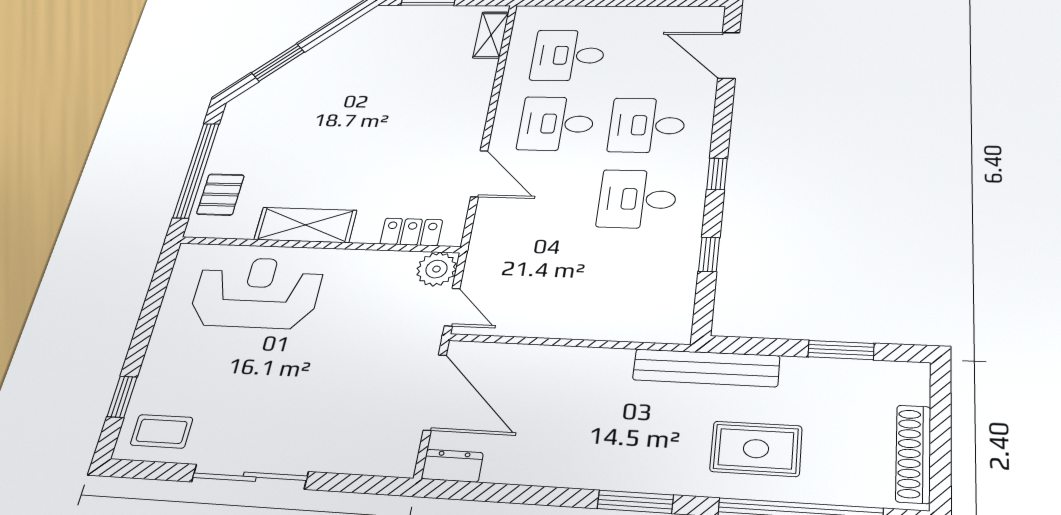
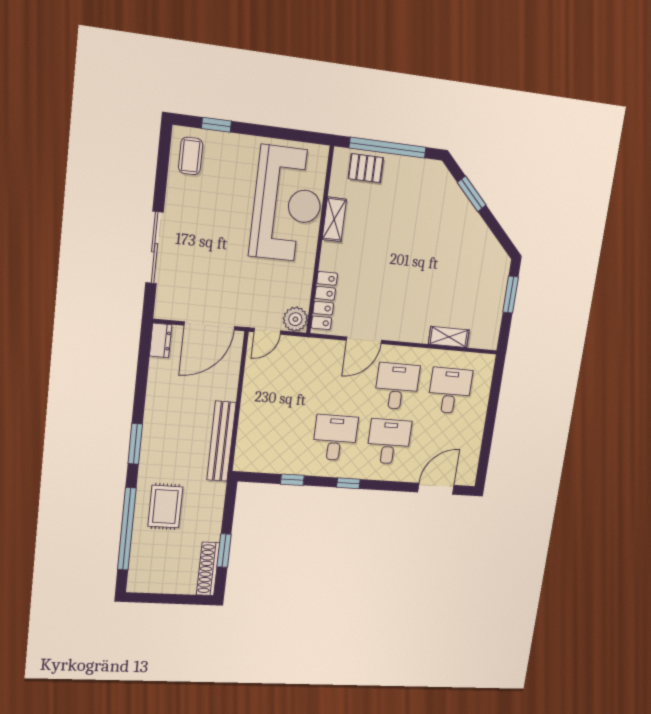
shelving: (491, 35) -> (449, 337), moved
shelving: (305, 225) -> (334, 219), width x0.67, depth x0.75
locker: (411, 232) -> (324, 301), width x1.53
reception desk: (257, 293) -> (287, 204), width x1.36, depth x1.30
bench: (706, 368) -> (221, 441), moved
shoe rack: (913, 454) -> (208, 569), moved, turned -90
sliding door: (250, 477) -> (155, 248), moved

